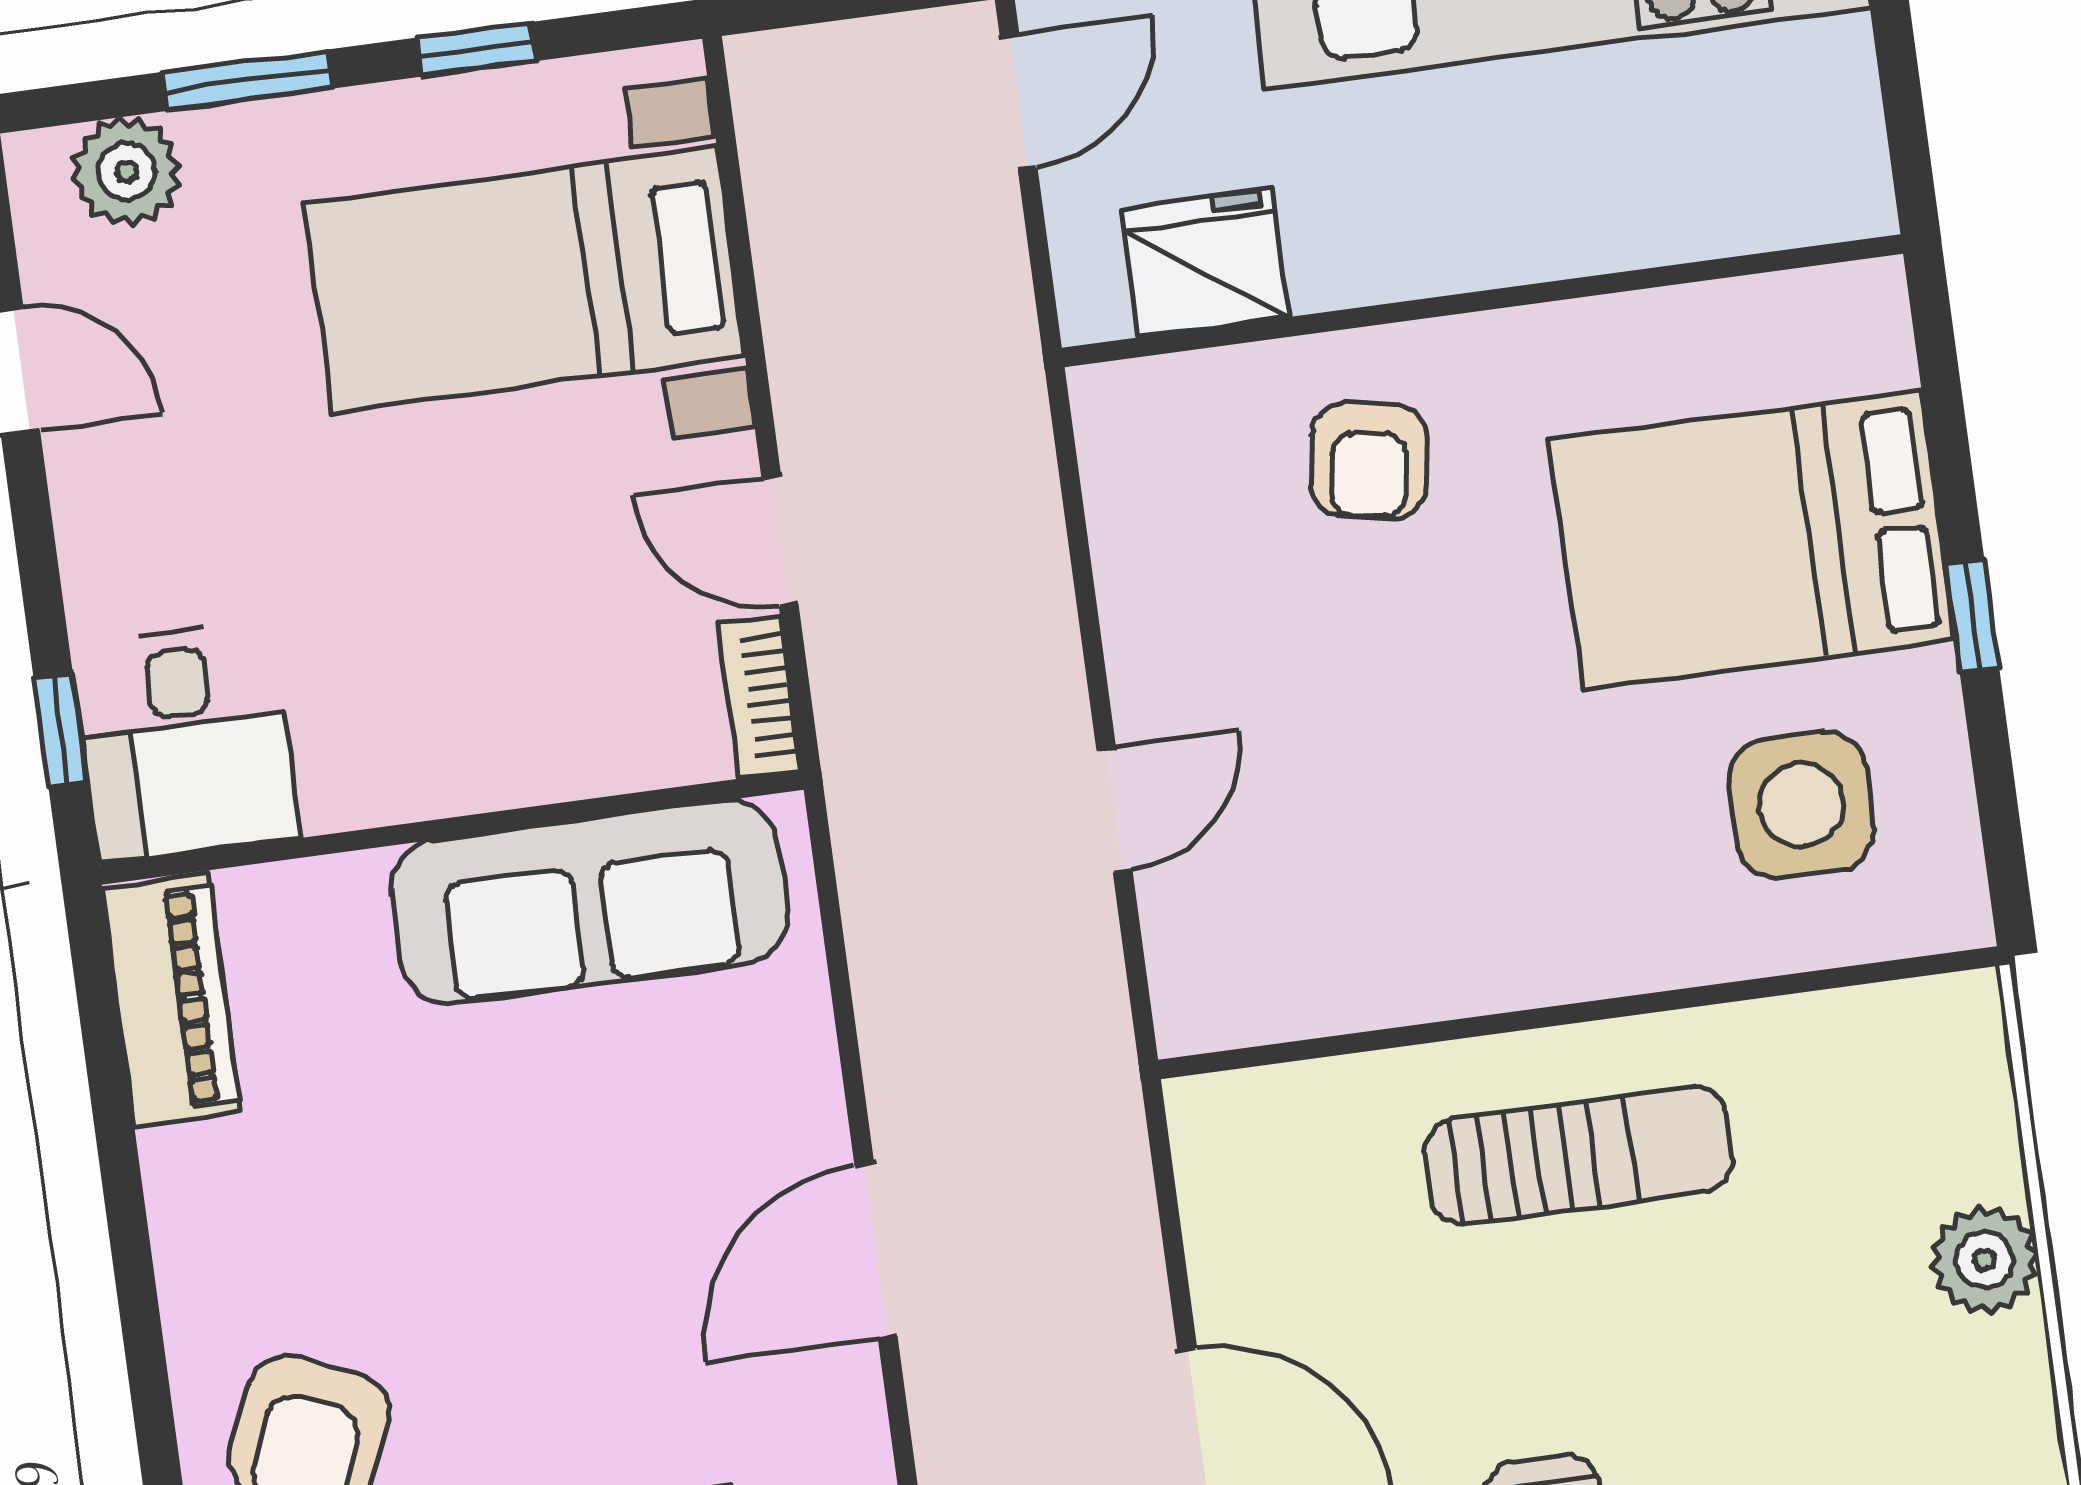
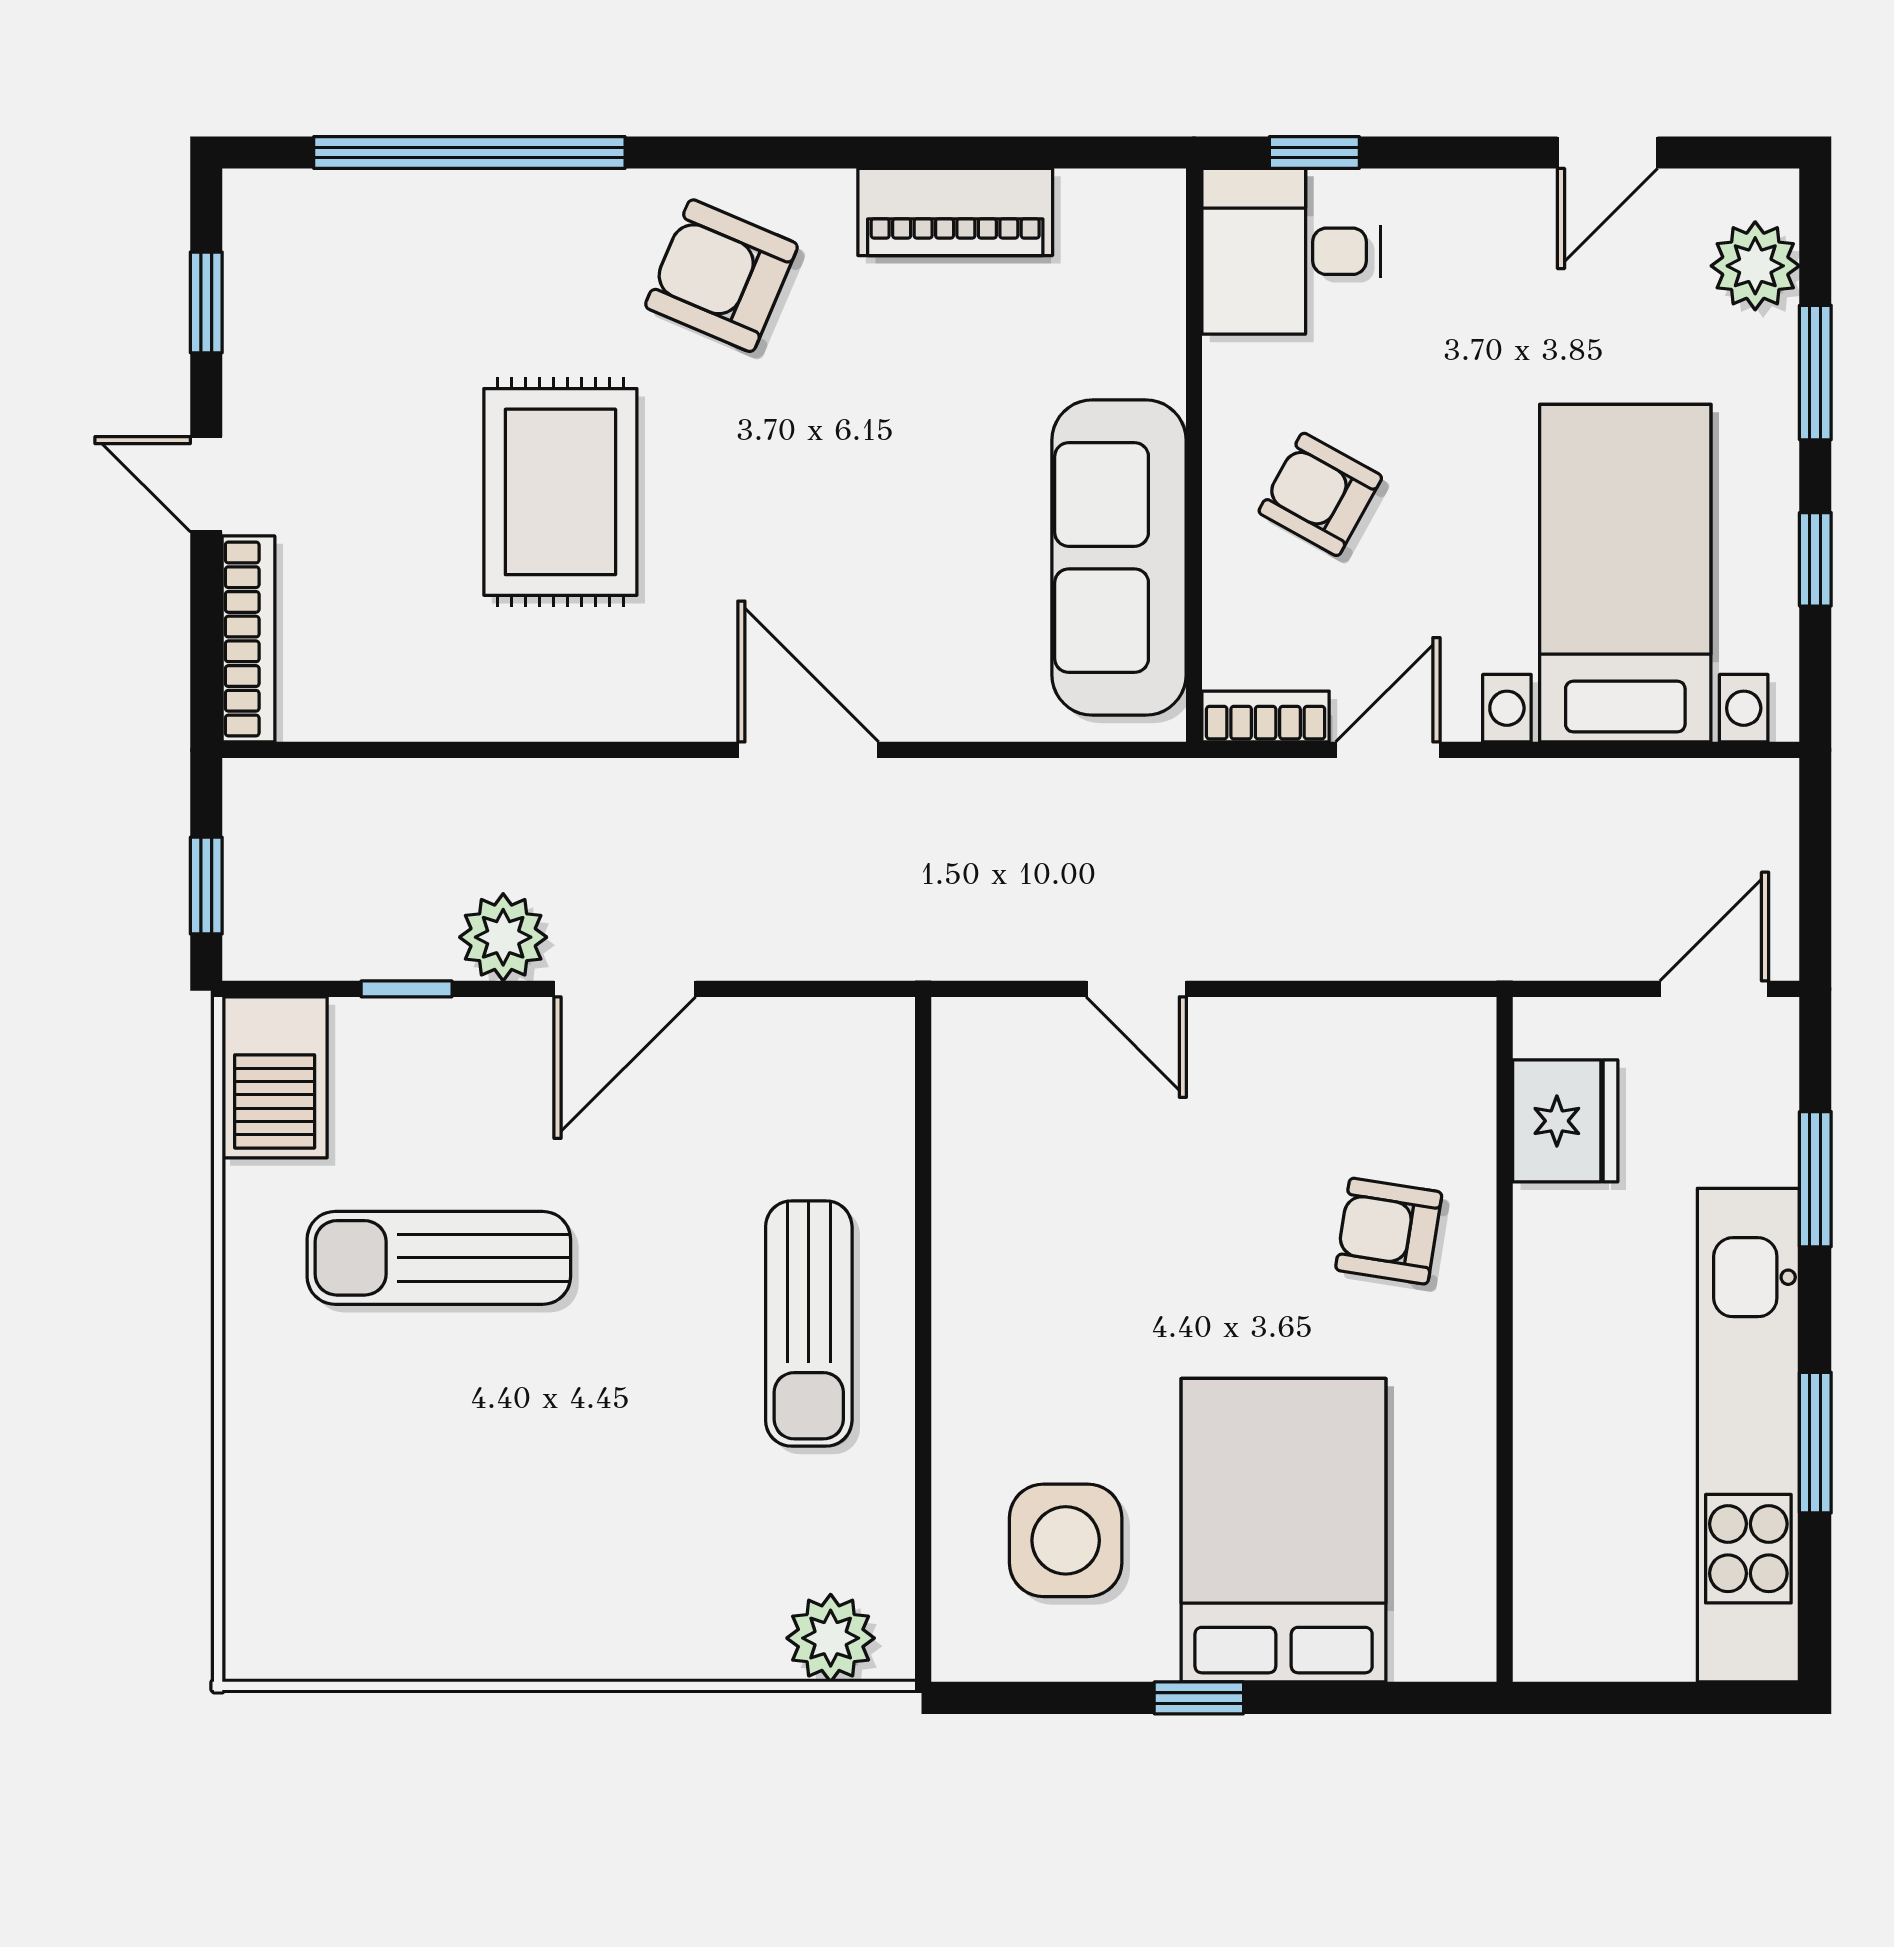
door: (1019, 102) -> (1714, 989), swing flipped
armchair: (478, 666) -> (1320, 494), added
piano: (171, 1000) -> (955, 212), moved
plant: (1985, 1260) -> (831, 1638), moved

